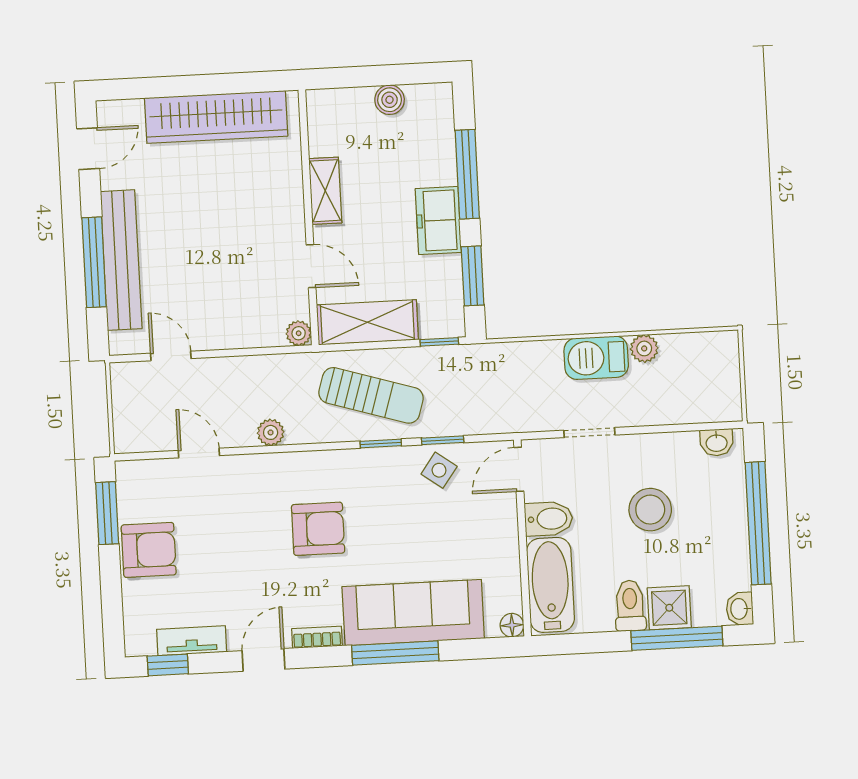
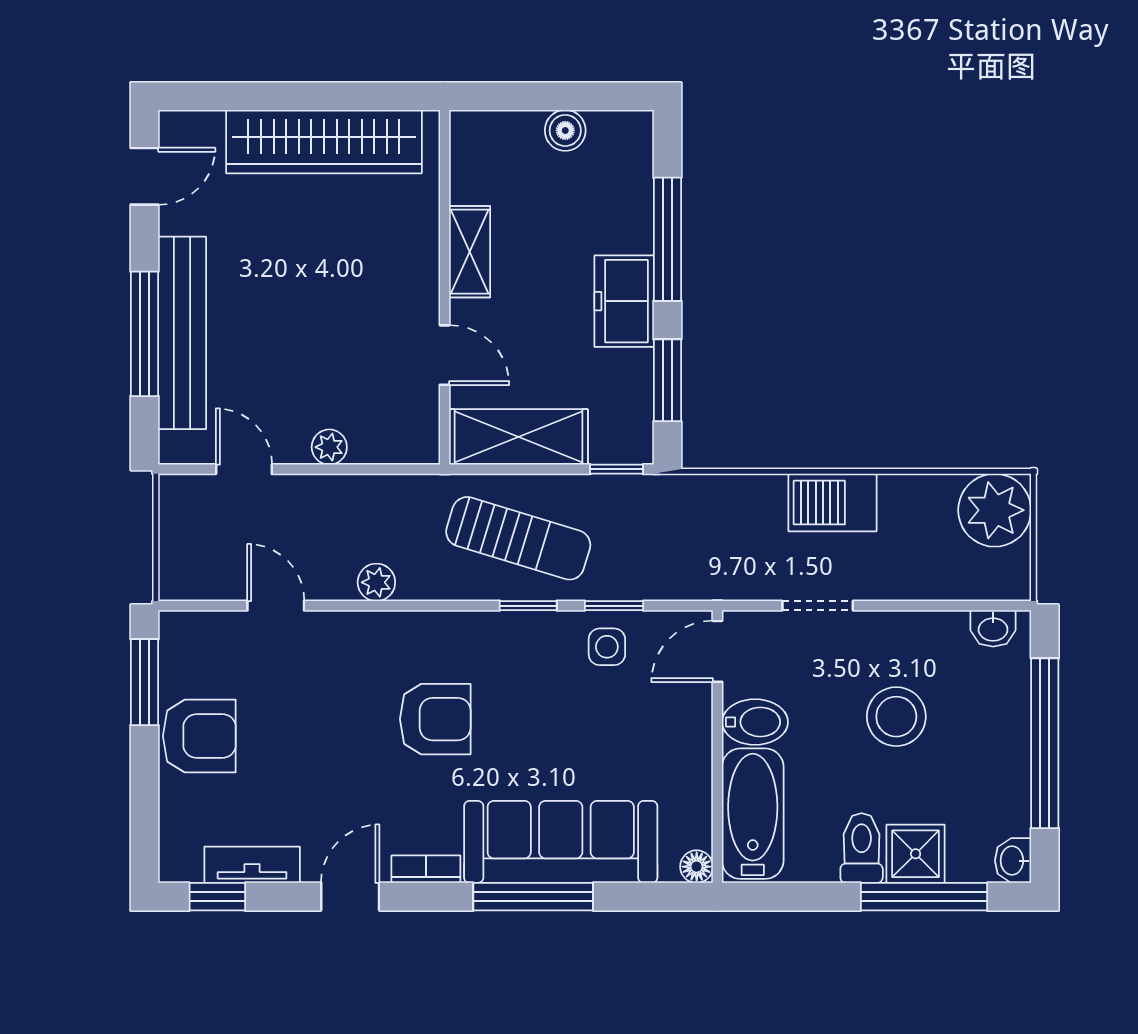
plant: (299, 333) -> (329, 447), moved
plant: (644, 348) -> (995, 510), moved, width x1.88, depth x1.88
side table: (439, 470) -> (607, 647), turned -36

